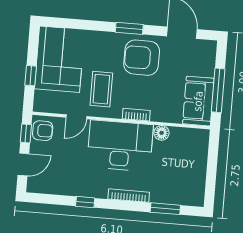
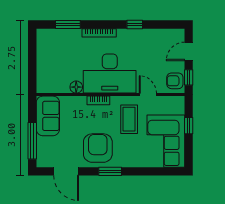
armchair: (142, 58) -> (98, 148), turned -90
window: (218, 90) -> (32, 141), moved
door: (76, 117) -> (148, 95), hinge flipped

